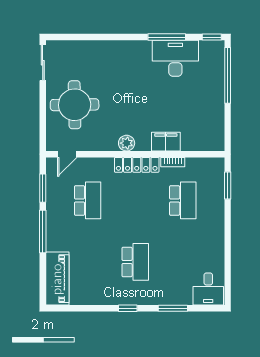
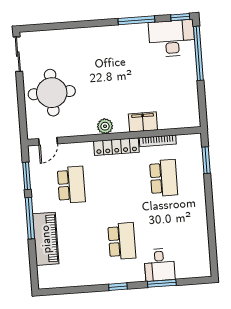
desk: (175, 58) -> (172, 38), moved
bookcase: (173, 162) -> (158, 141), width x1.56
piano: (57, 279) -> (46, 239), moved
desk: (208, 289) -> (159, 265), moved

